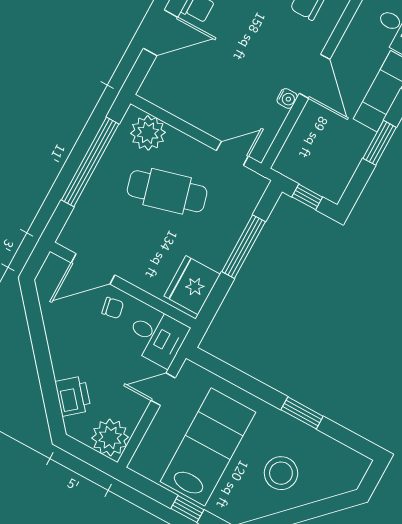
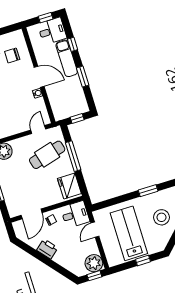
cafe table: (167, 191) -> (47, 155), moved
printer: (73, 396) -> (47, 249), moved
window: (92, 457) -> (94, 276), added

